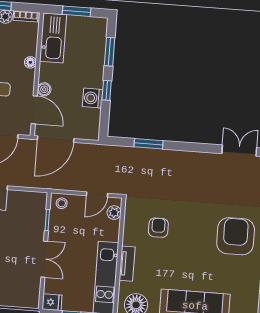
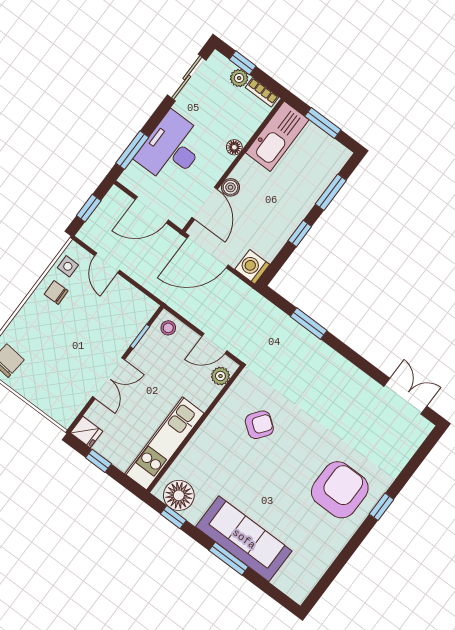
washing machine: (93, 98) -> (252, 267), moved
armchair: (158, 228) -> (259, 425), turned 37
tv unit: (127, 264) -> (198, 443), removed

